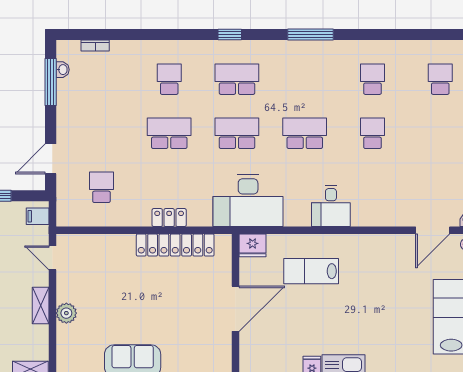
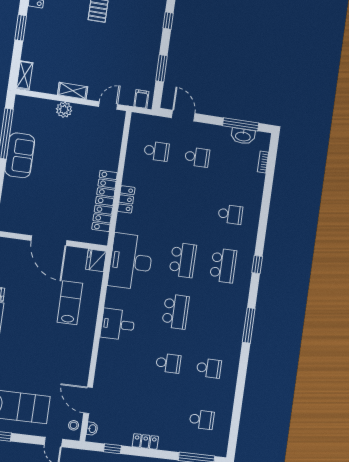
washbasin: (63, 70) -> (243, 136), width x1.91, depth x1.45
school desk: (169, 133) -> (197, 157), moved, width x0.54

